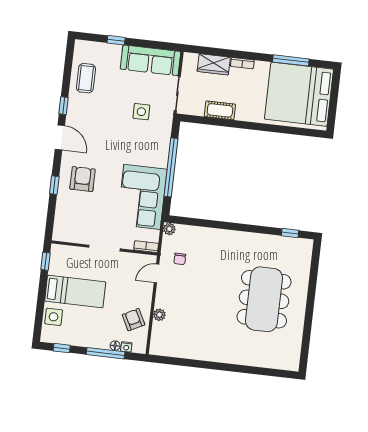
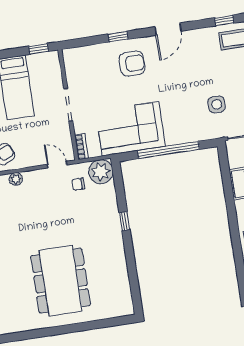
window: (64, 106) -> (224, 20), moved
plant: (169, 229) -> (101, 172), width x1.88, depth x1.88
window: (290, 233) -> (125, 221), moved
dining table: (264, 299) -> (61, 281), turned 90

